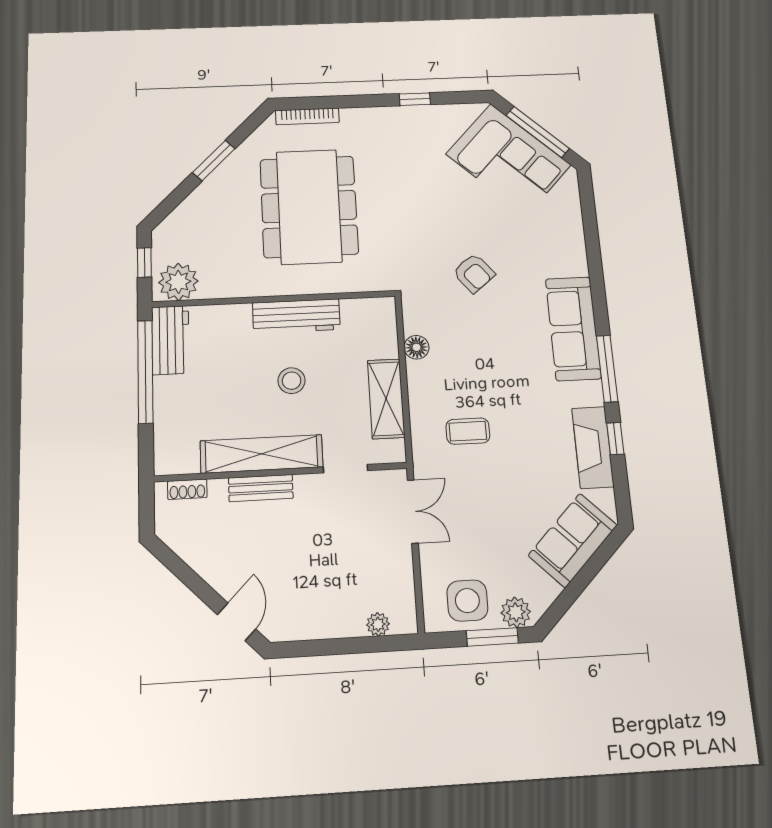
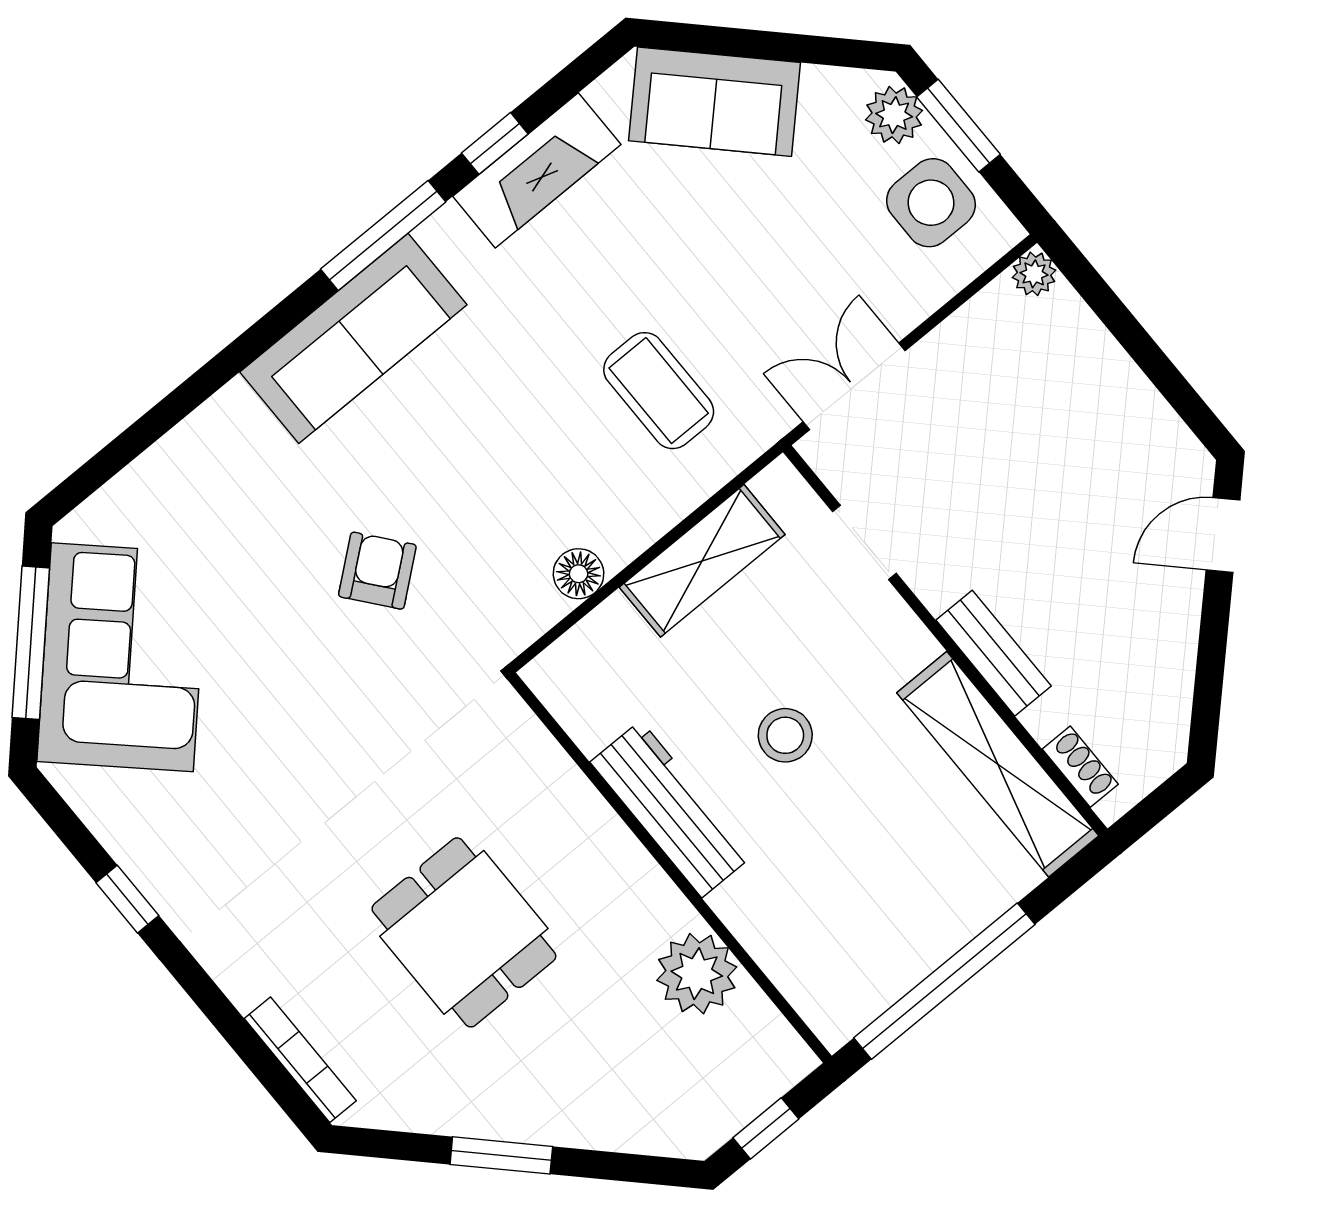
dining table: (309, 207) -> (464, 932), width x0.53, depth x0.80
plant: (178, 282) -> (697, 974), moved
workbench: (170, 340) -> (863, 982), removed
coffee table: (468, 431) -> (659, 391), width x1.36, depth x1.30
shelving: (261, 454) -> (998, 764), moved
plant: (378, 624) -> (1034, 274), moved

